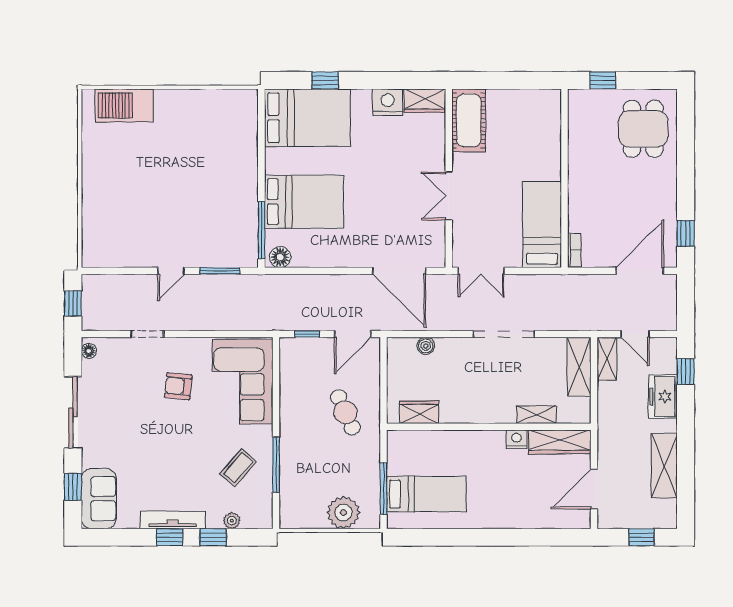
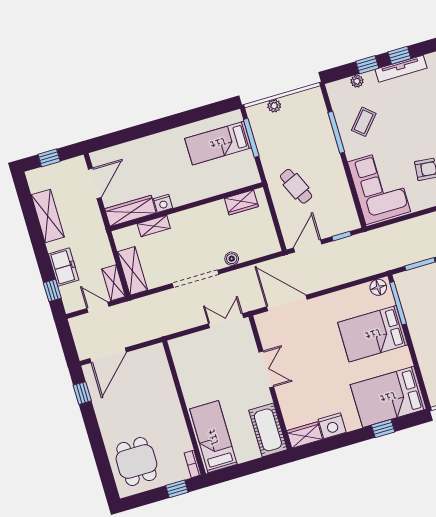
bed: (542, 225) -> (213, 437), moved, turned 180
bookcase: (574, 250) -> (193, 464), moved
boiler: (426, 346) -> (232, 259), moved
plant: (343, 513) -> (274, 106), width x0.53, depth x0.53

